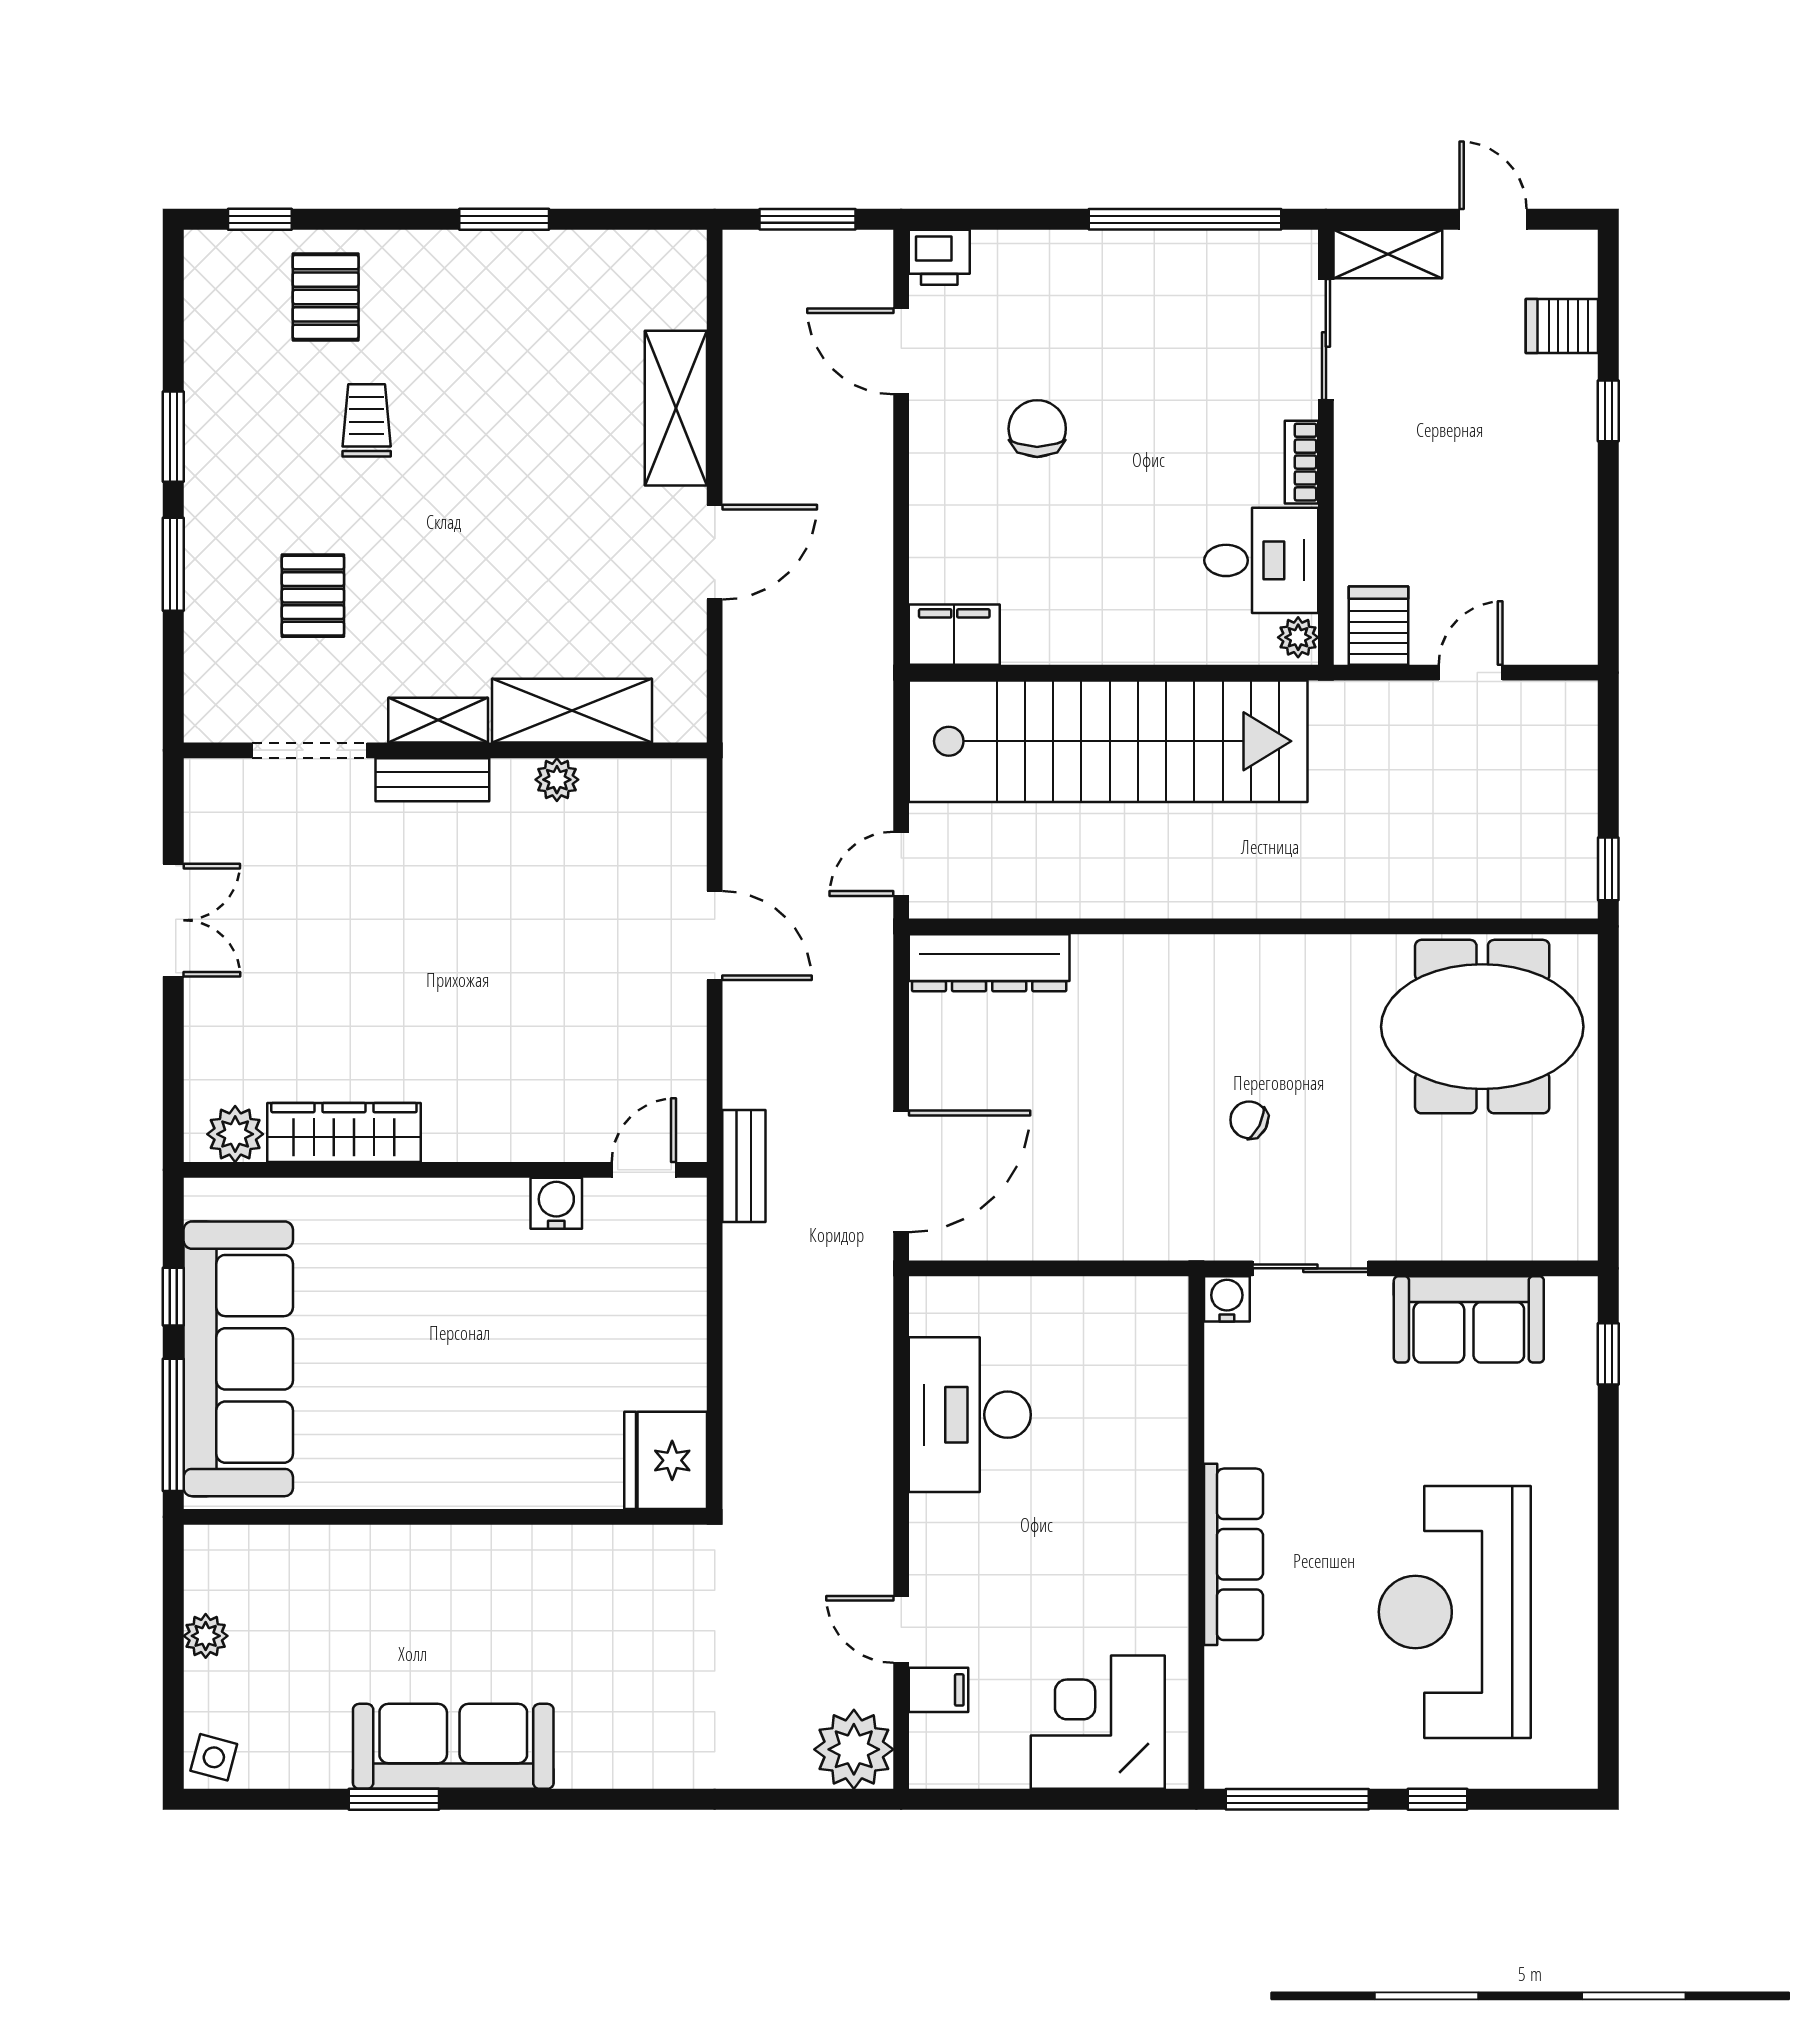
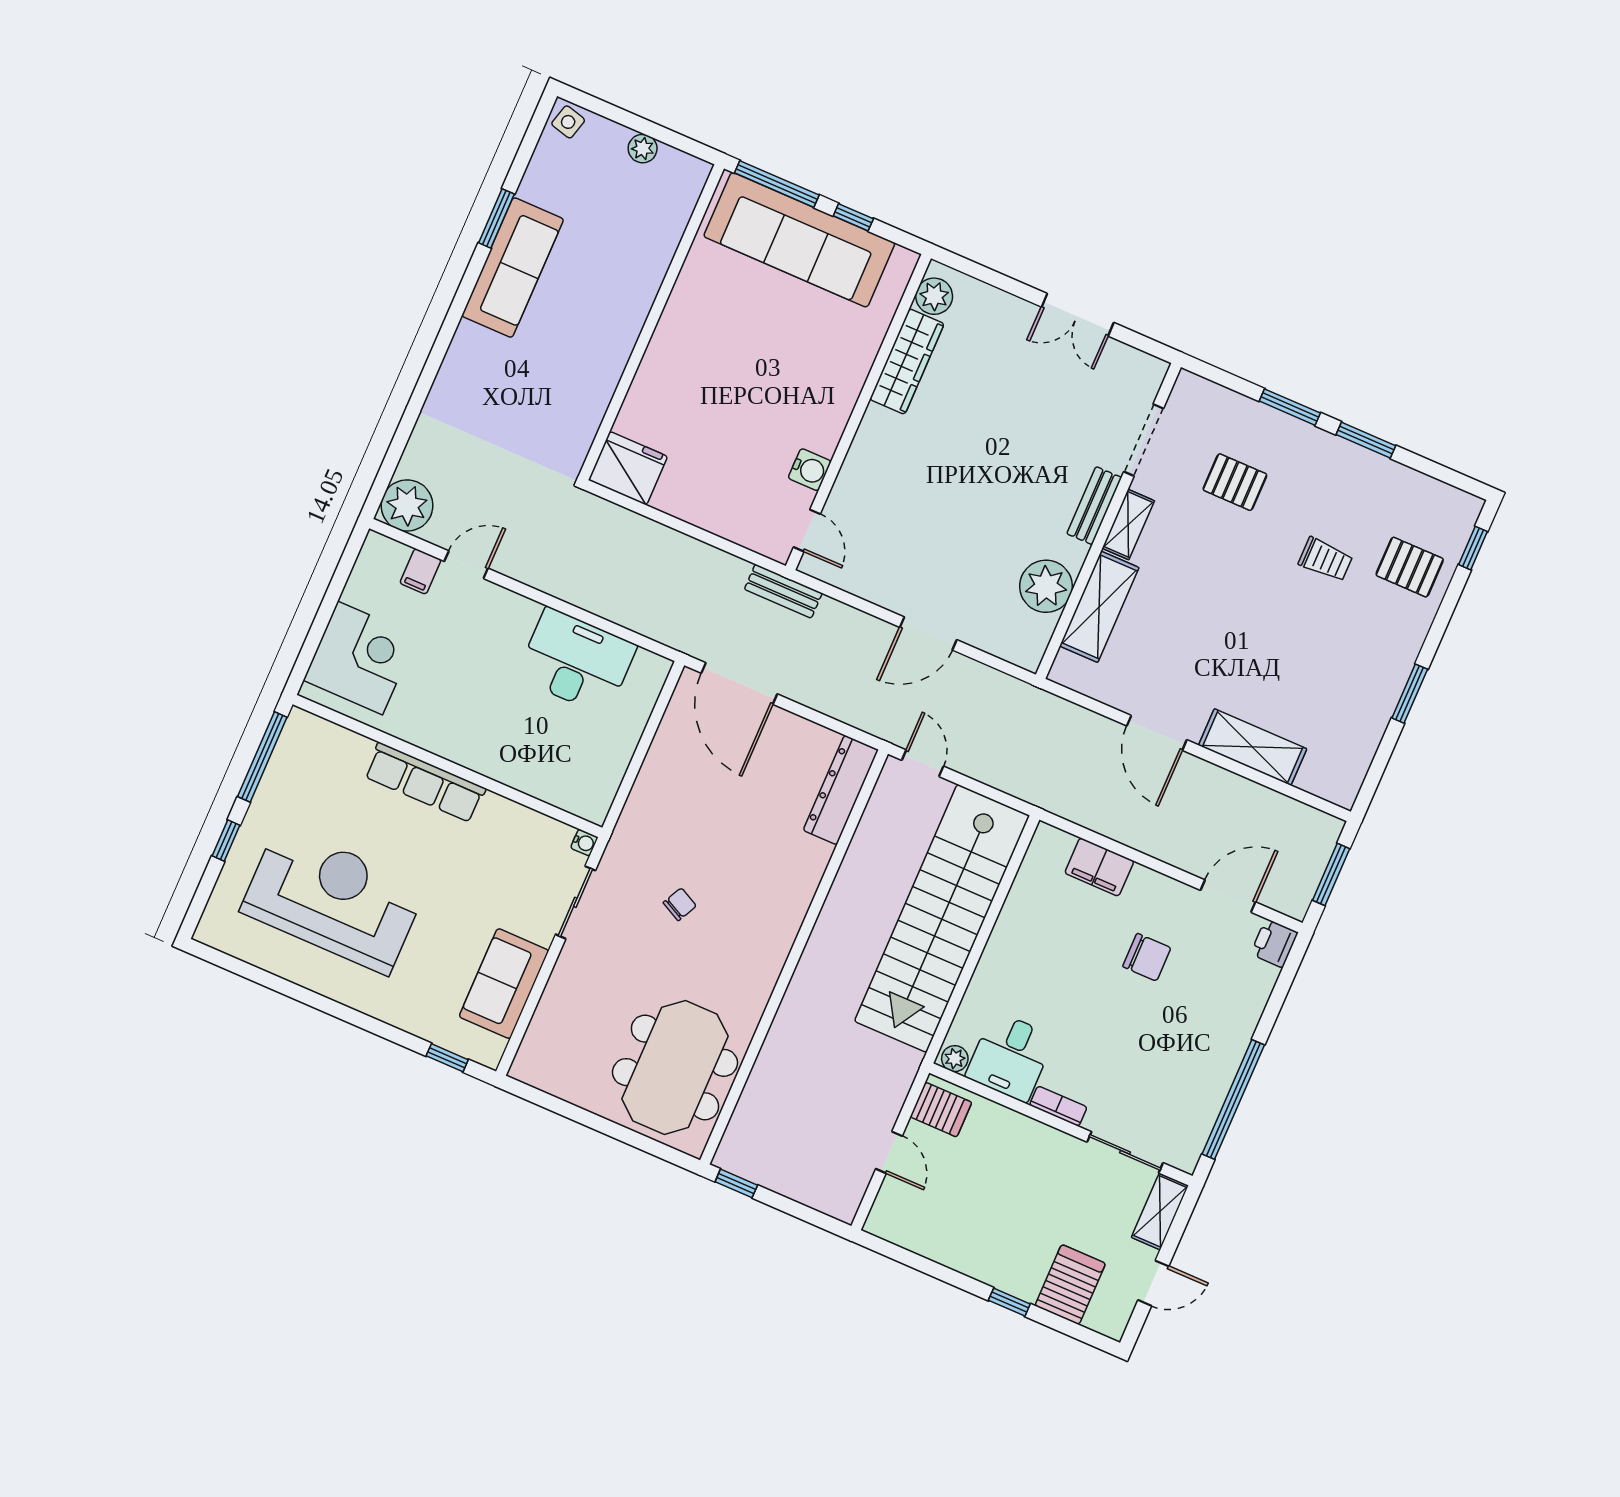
server rack: (1562, 326) -> (1070, 1285), width x1.36, depth x1.44
filing cabinet: (954, 635) -> (1099, 867), moved, turned 90
plant: (557, 780) -> (1046, 586), width x1.88, depth x1.88
water cooler: (1227, 1299) -> (584, 843), width x0.72, depth x0.72

